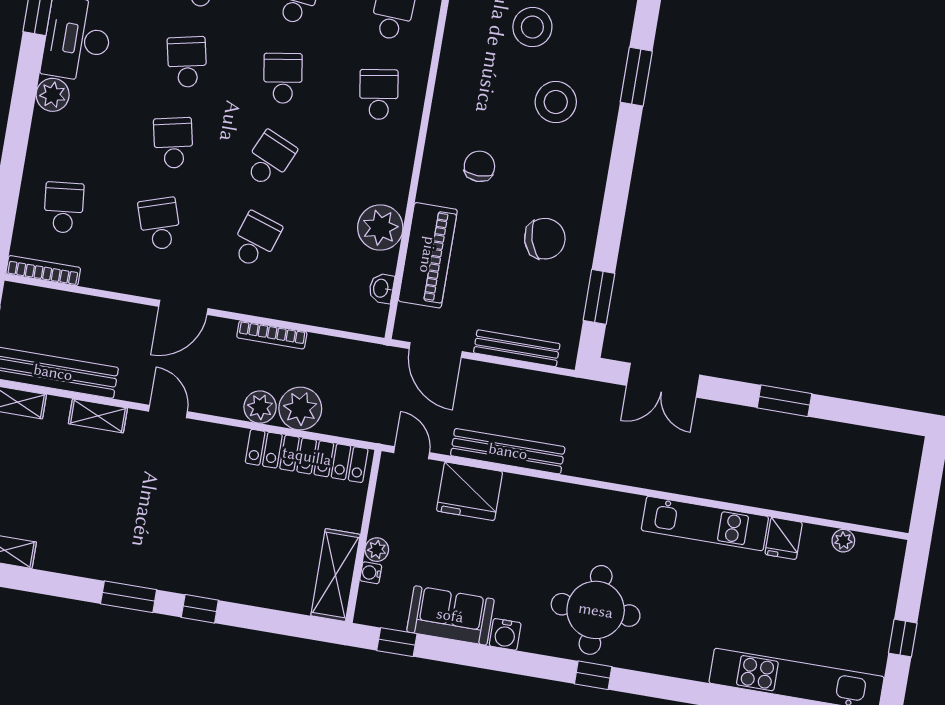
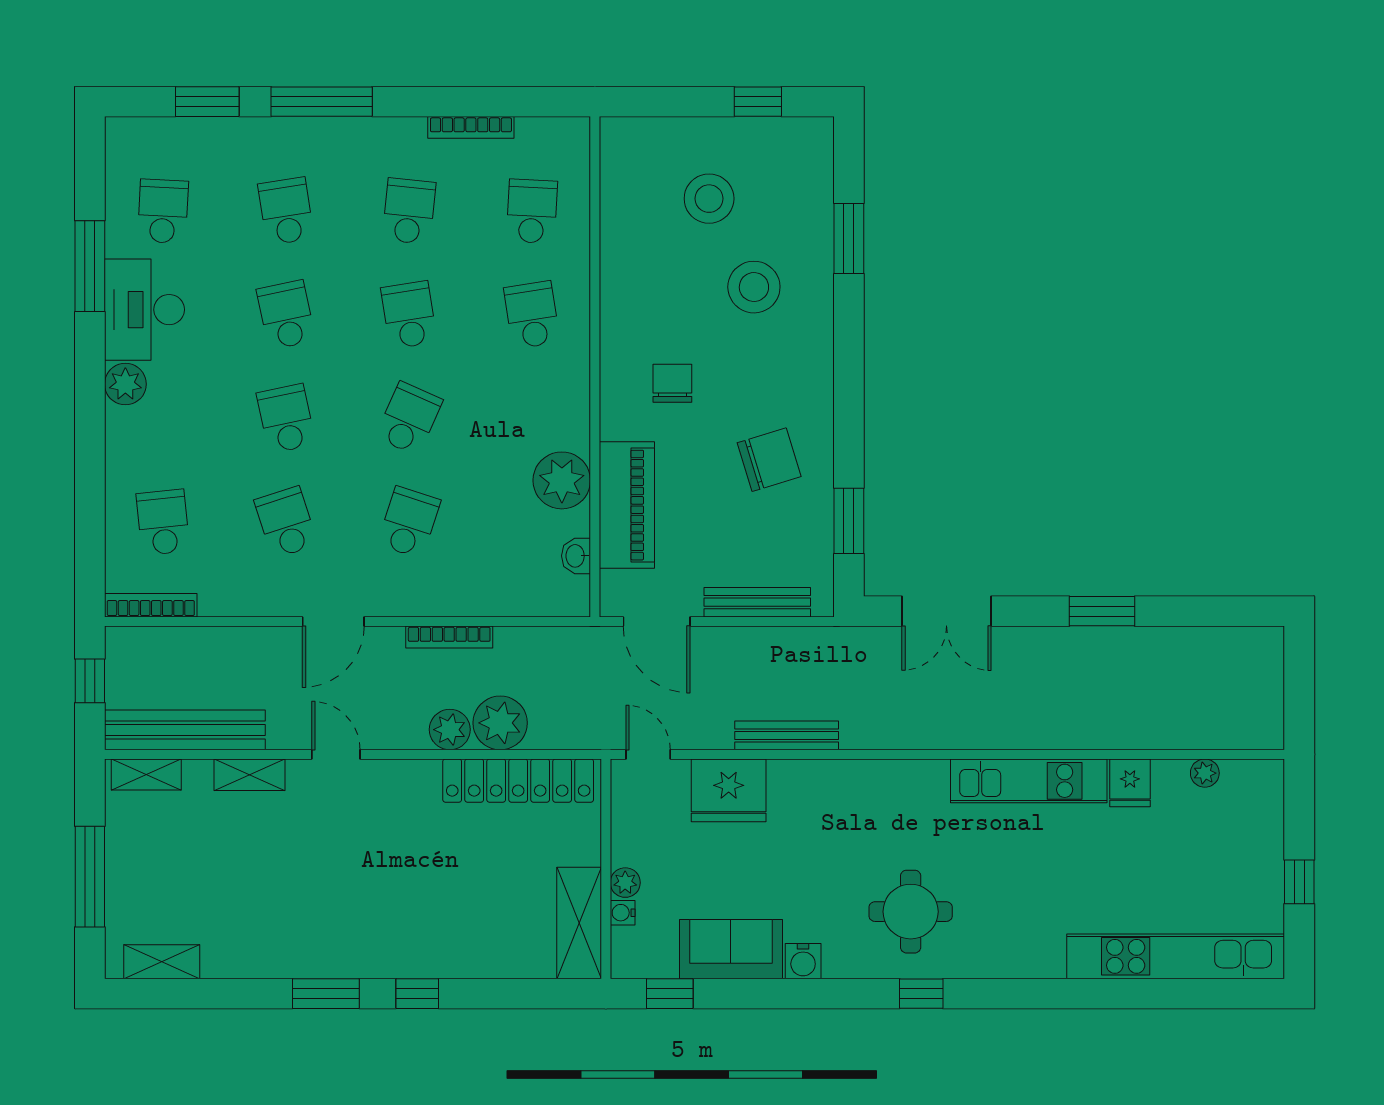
bench: (508, 451) -> (787, 735), width x0.73, depth x0.82
round table: (596, 610) -> (911, 912), width x0.73, depth x0.73

